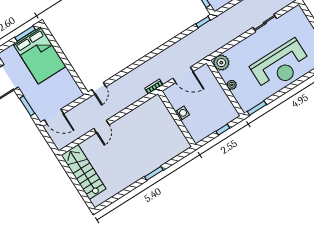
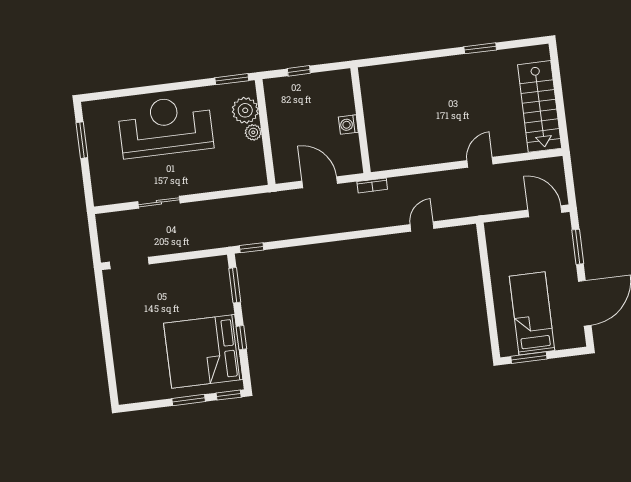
bed: (39, 55) -> (532, 313), width x0.67
plant: (221, 63) -> (245, 110), moved
door: (99, 88) -> (422, 227), moved
window: (154, 173) -> (480, 48), moved

